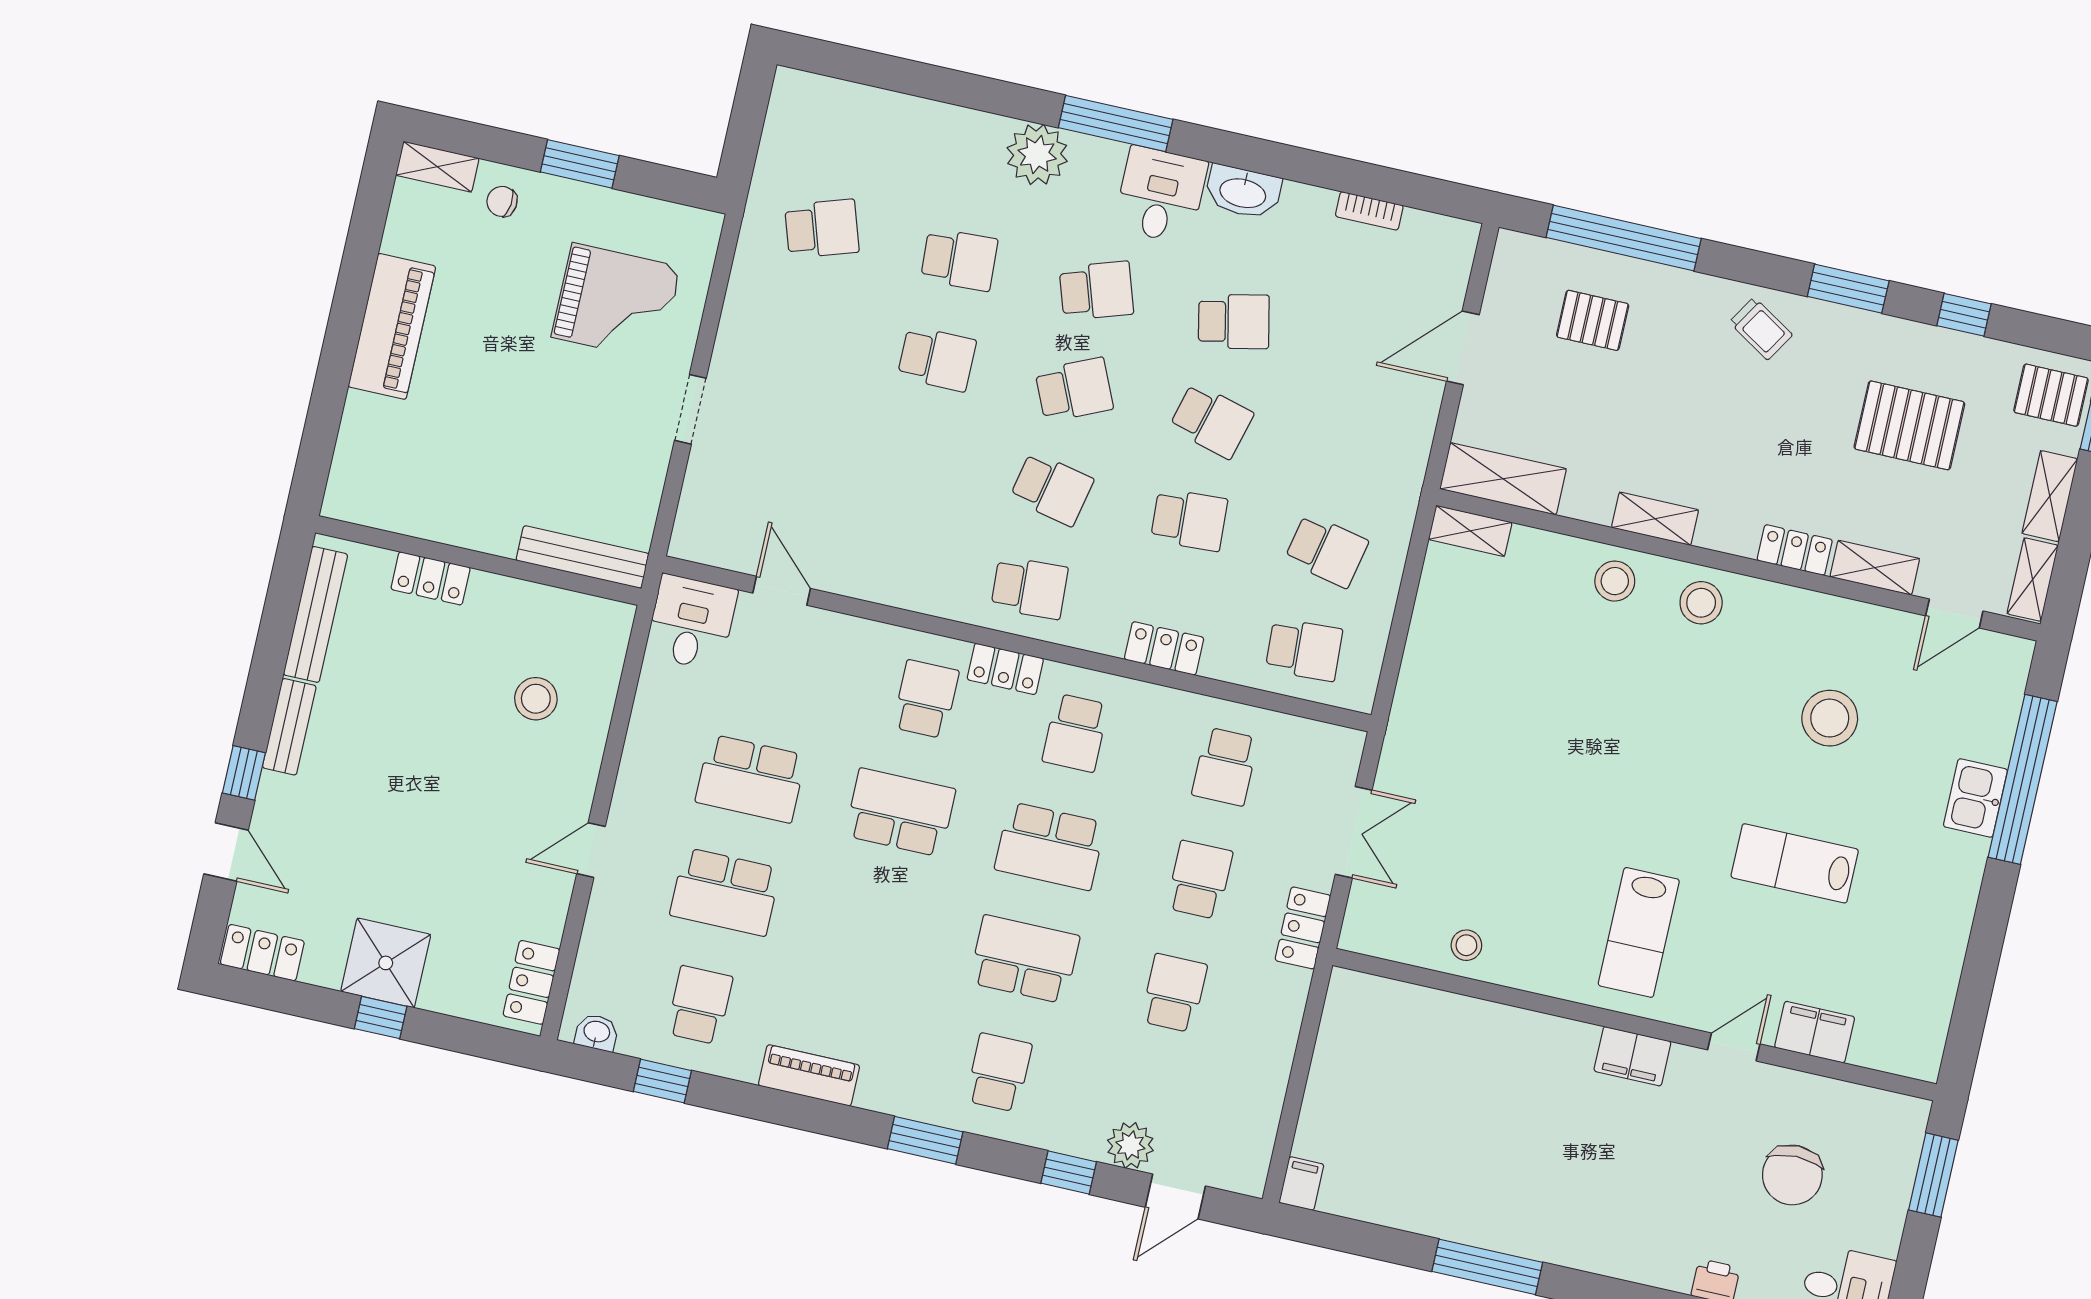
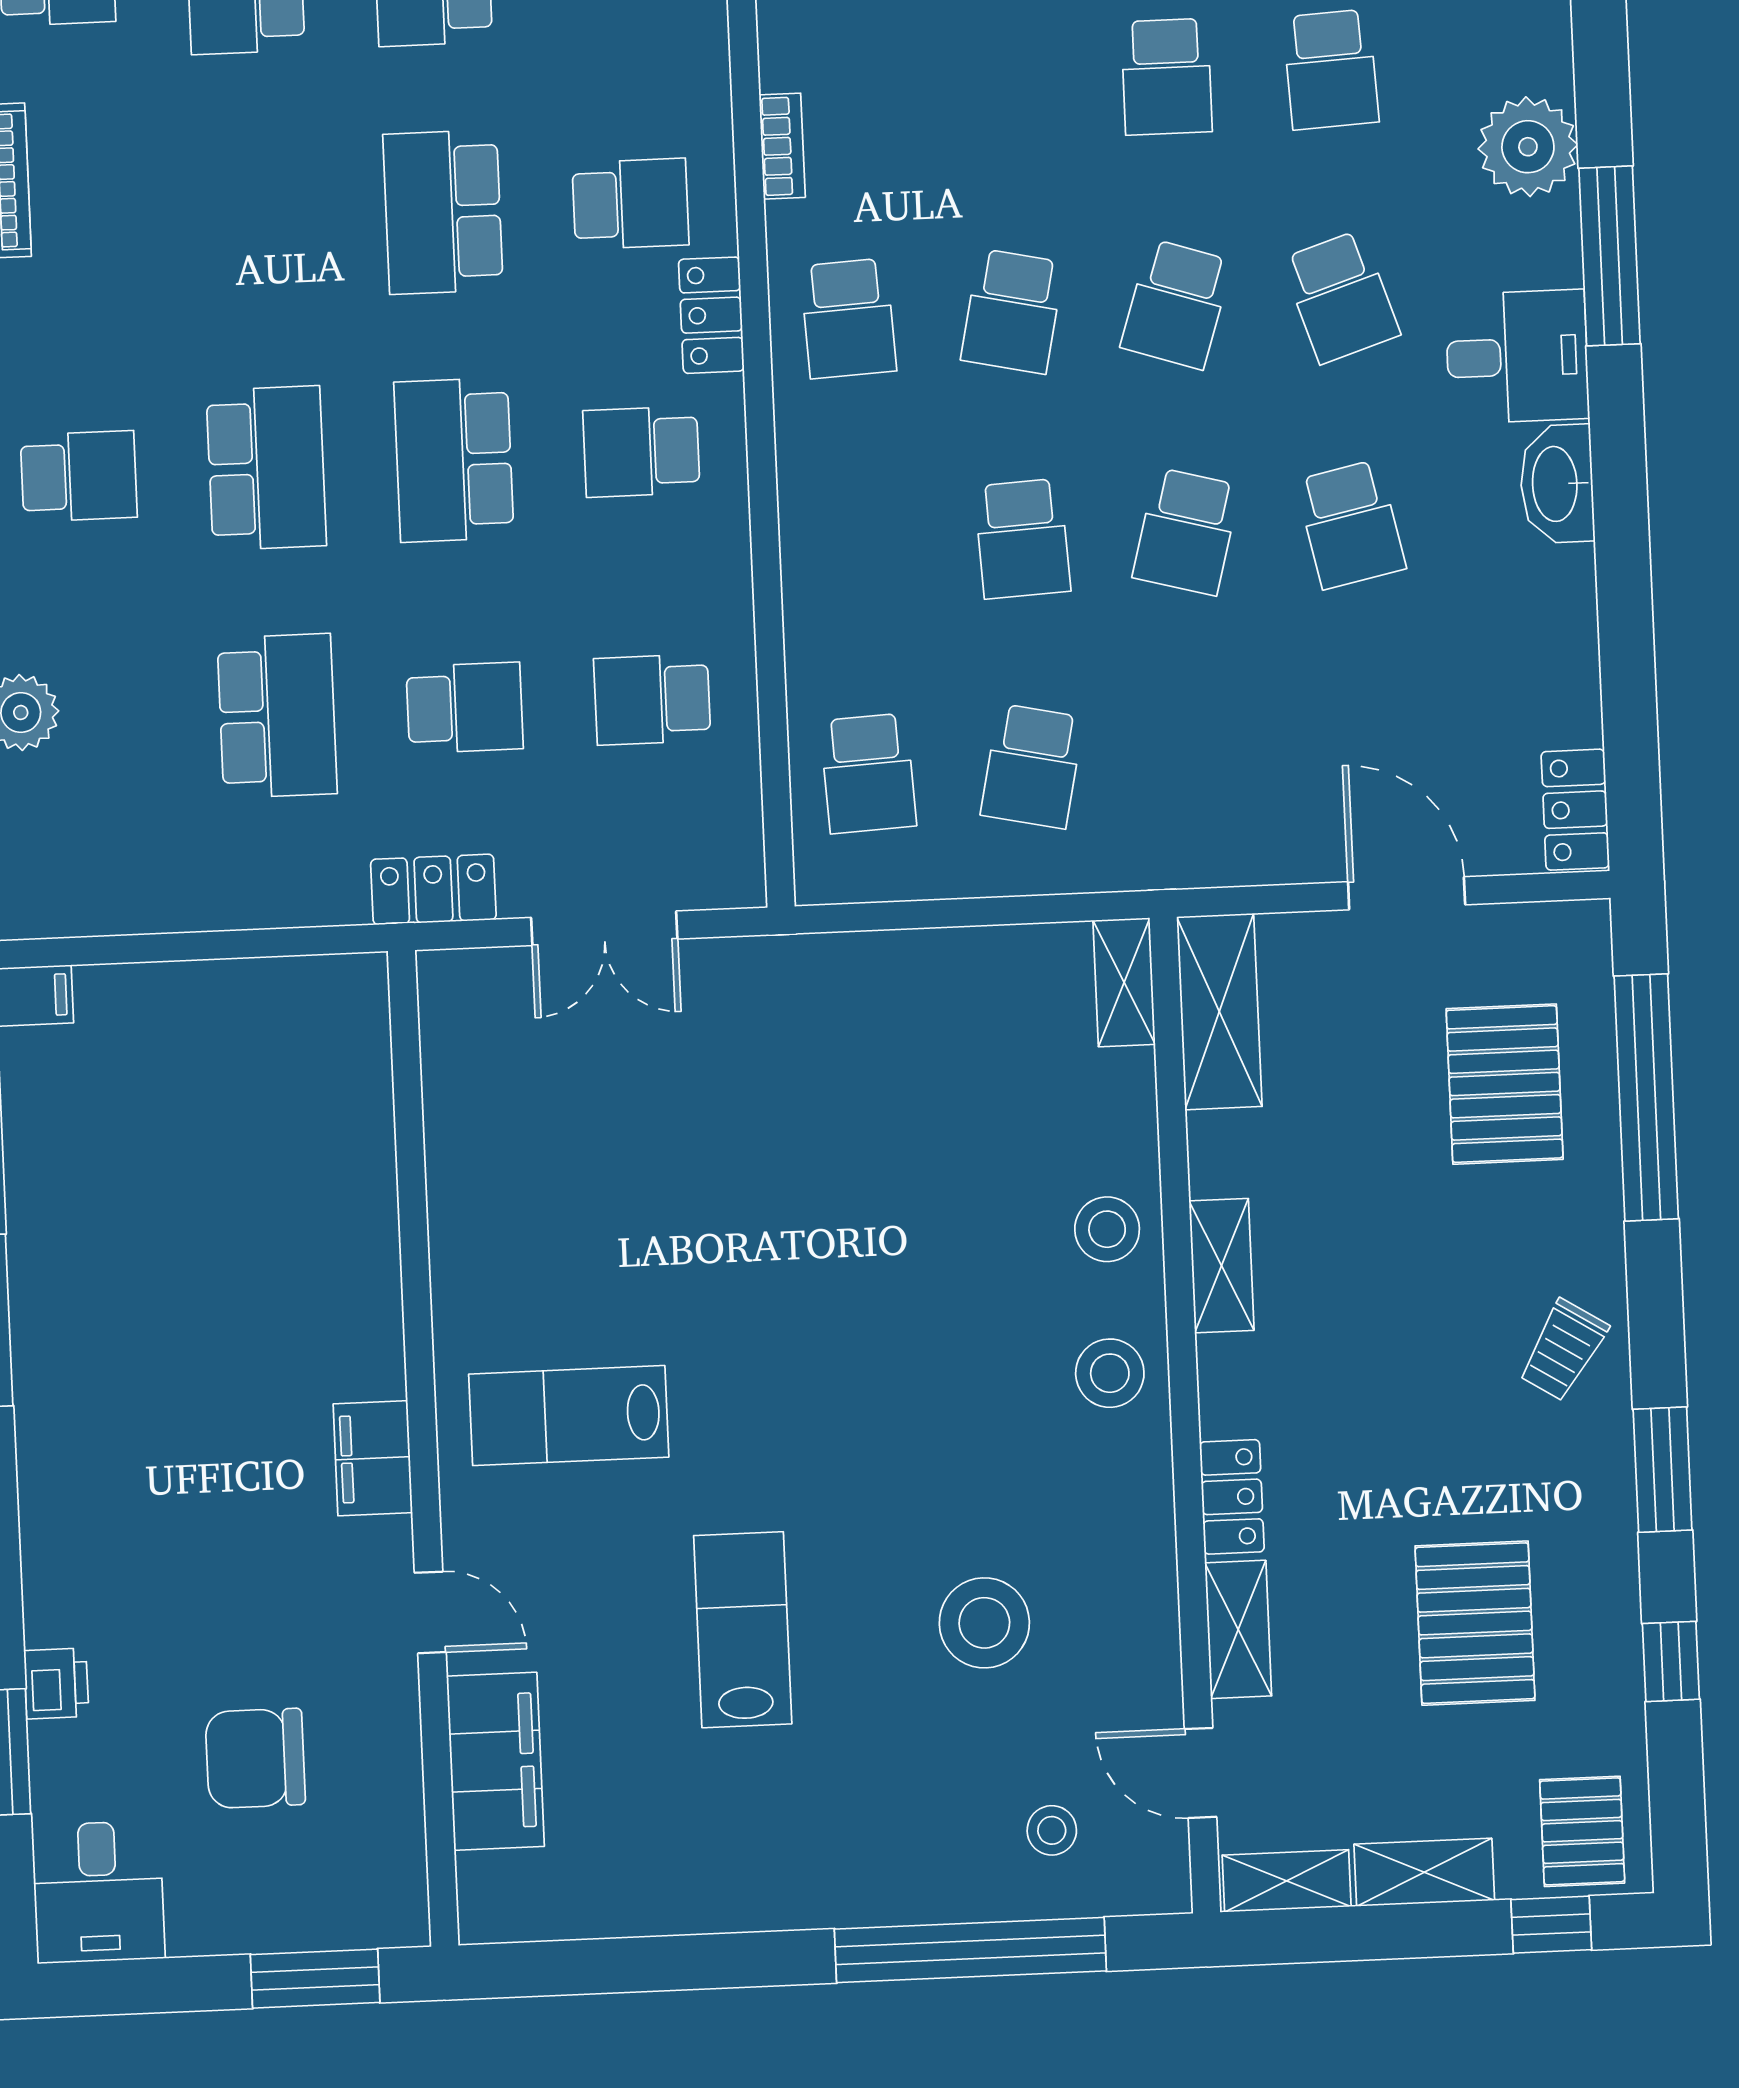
bookcase: (1369, 211) -> (782, 146), moved, turned 180
pallet: (1593, 320) -> (1505, 1084), width x1.50, depth x1.42
school desk: (1074, 390) -> (1177, 304), turned 42
locker: (1164, 648) -> (1575, 810), moved, turned 180
kitchen sink: (1975, 798) -> (921, 1884), removed
school desk: (900, 812) -> (443, 212), turned 180
stool: (1466, 945) -> (1052, 1830), moved
school desk: (1174, 993) -> (277, 716), width x1.85
filing cabinet: (1815, 1032) -> (495, 1761), width x1.50, depth x1.17

